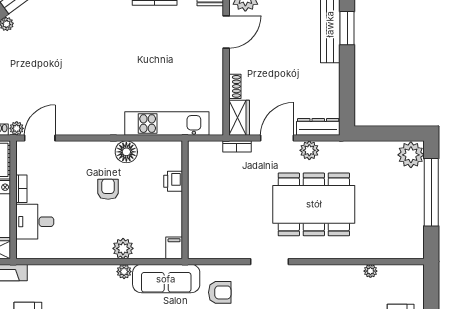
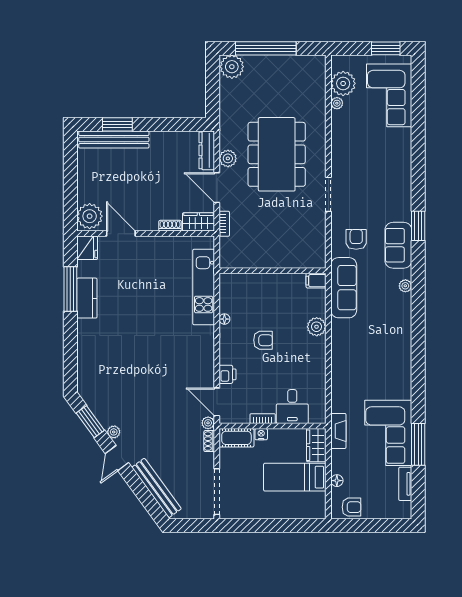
floor lamp: (126, 152) -> (224, 319), width x0.53, depth x0.53
printer: (173, 181) -> (228, 374), moved, turned -90
armchair: (108, 189) -> (263, 340), turned 180
plant: (124, 272) -> (343, 83), moved, width x1.88, depth x1.88

